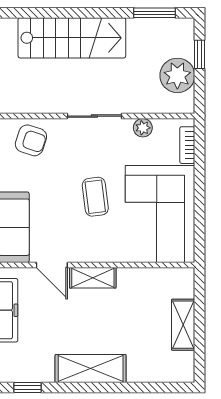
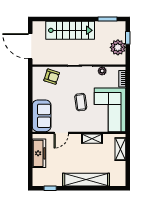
door: (52, 265) -> (61, 133), hinge flipped
shelving: (93, 278) -> (92, 139), moved
shelving: (183, 325) -> (120, 149), moved
shelving: (91, 369) -> (86, 180), width x1.47

